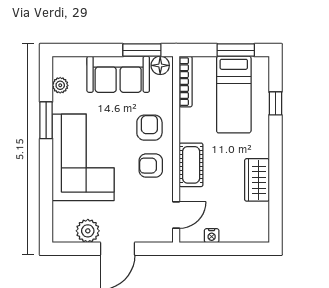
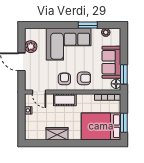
bed: (234, 95) -> (101, 126), width x1.50
window: (275, 103) -> (96, 143), removed

